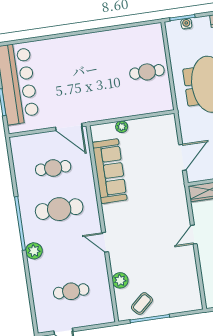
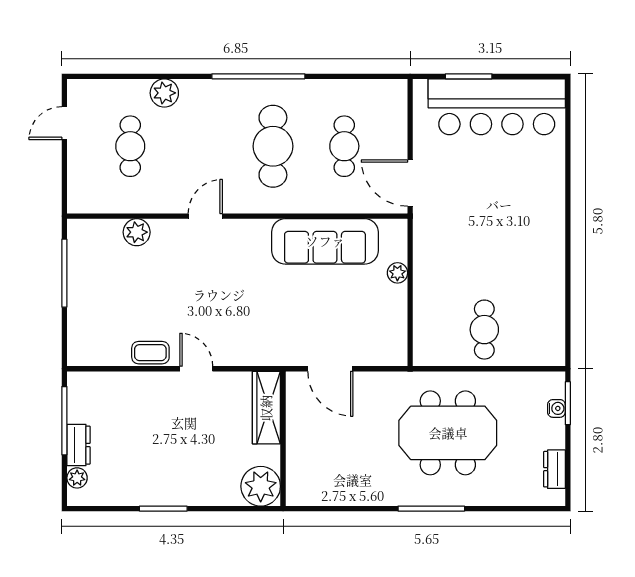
door: (69, 127) -> (410, 183), hinge flipped
plant: (34, 251) -> (164, 93), moved
coffee table: (142, 304) -> (150, 353), moved, turned -48

